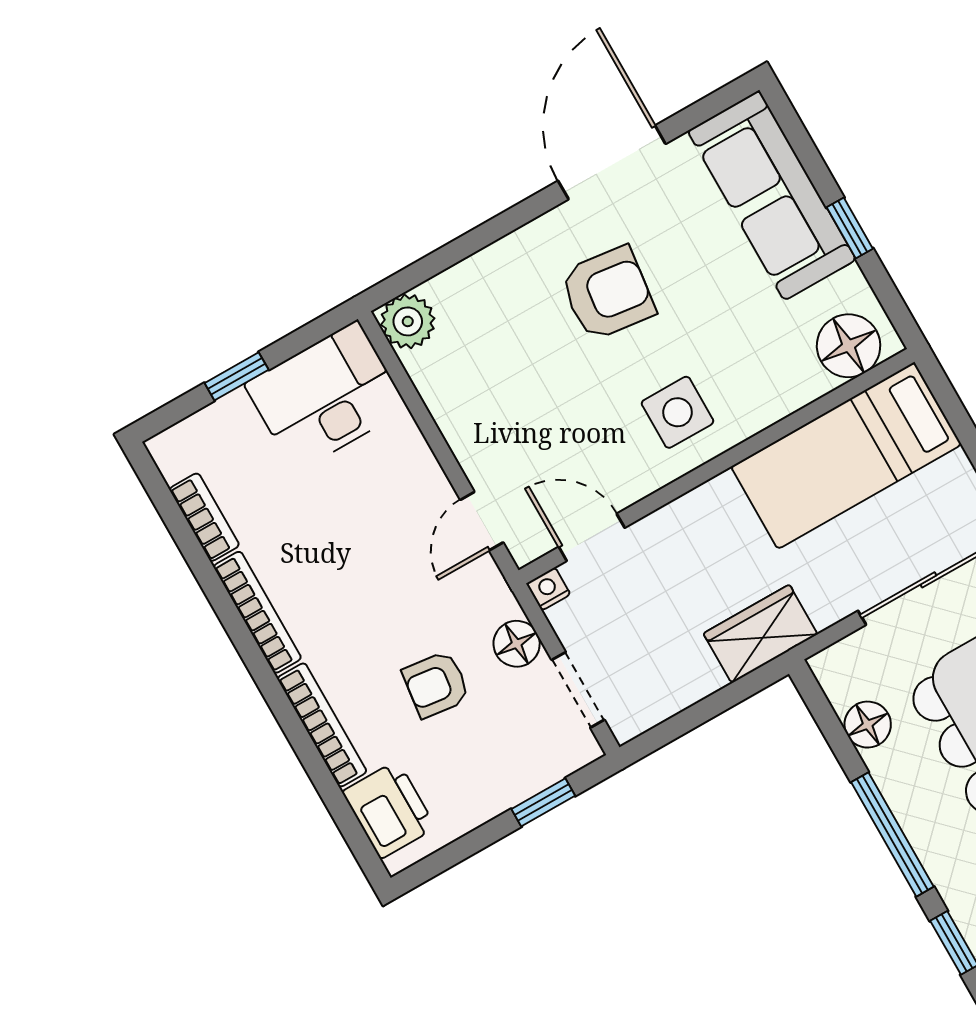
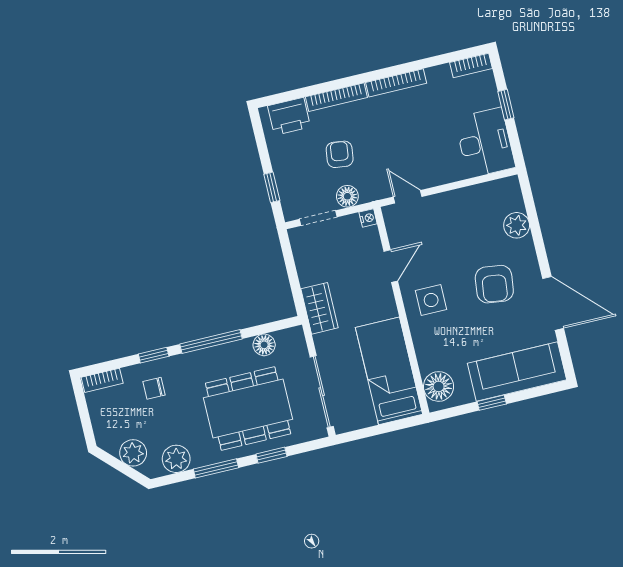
plant: (408, 321) -> (517, 225), moved
bookcase: (204, 517) -> (471, 65), moved
door: (592, 537) -> (391, 266), moved

